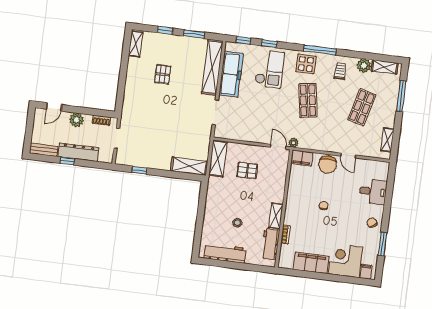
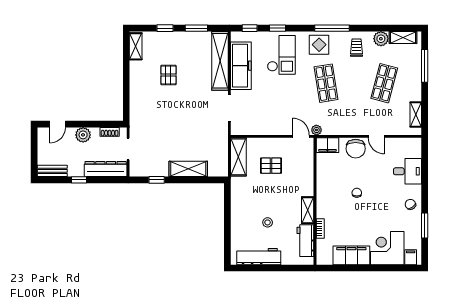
dresser: (78, 152) -> (106, 169), moved
shelving: (189, 166) -> (188, 169), moved

